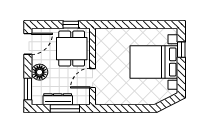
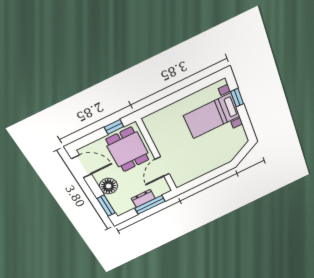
door: (28, 44) -> (81, 166), hinge flipped
bed with nightstands: (154, 62) -> (212, 116), width x0.73
dresser: (58, 99) -> (143, 198), width x0.70

